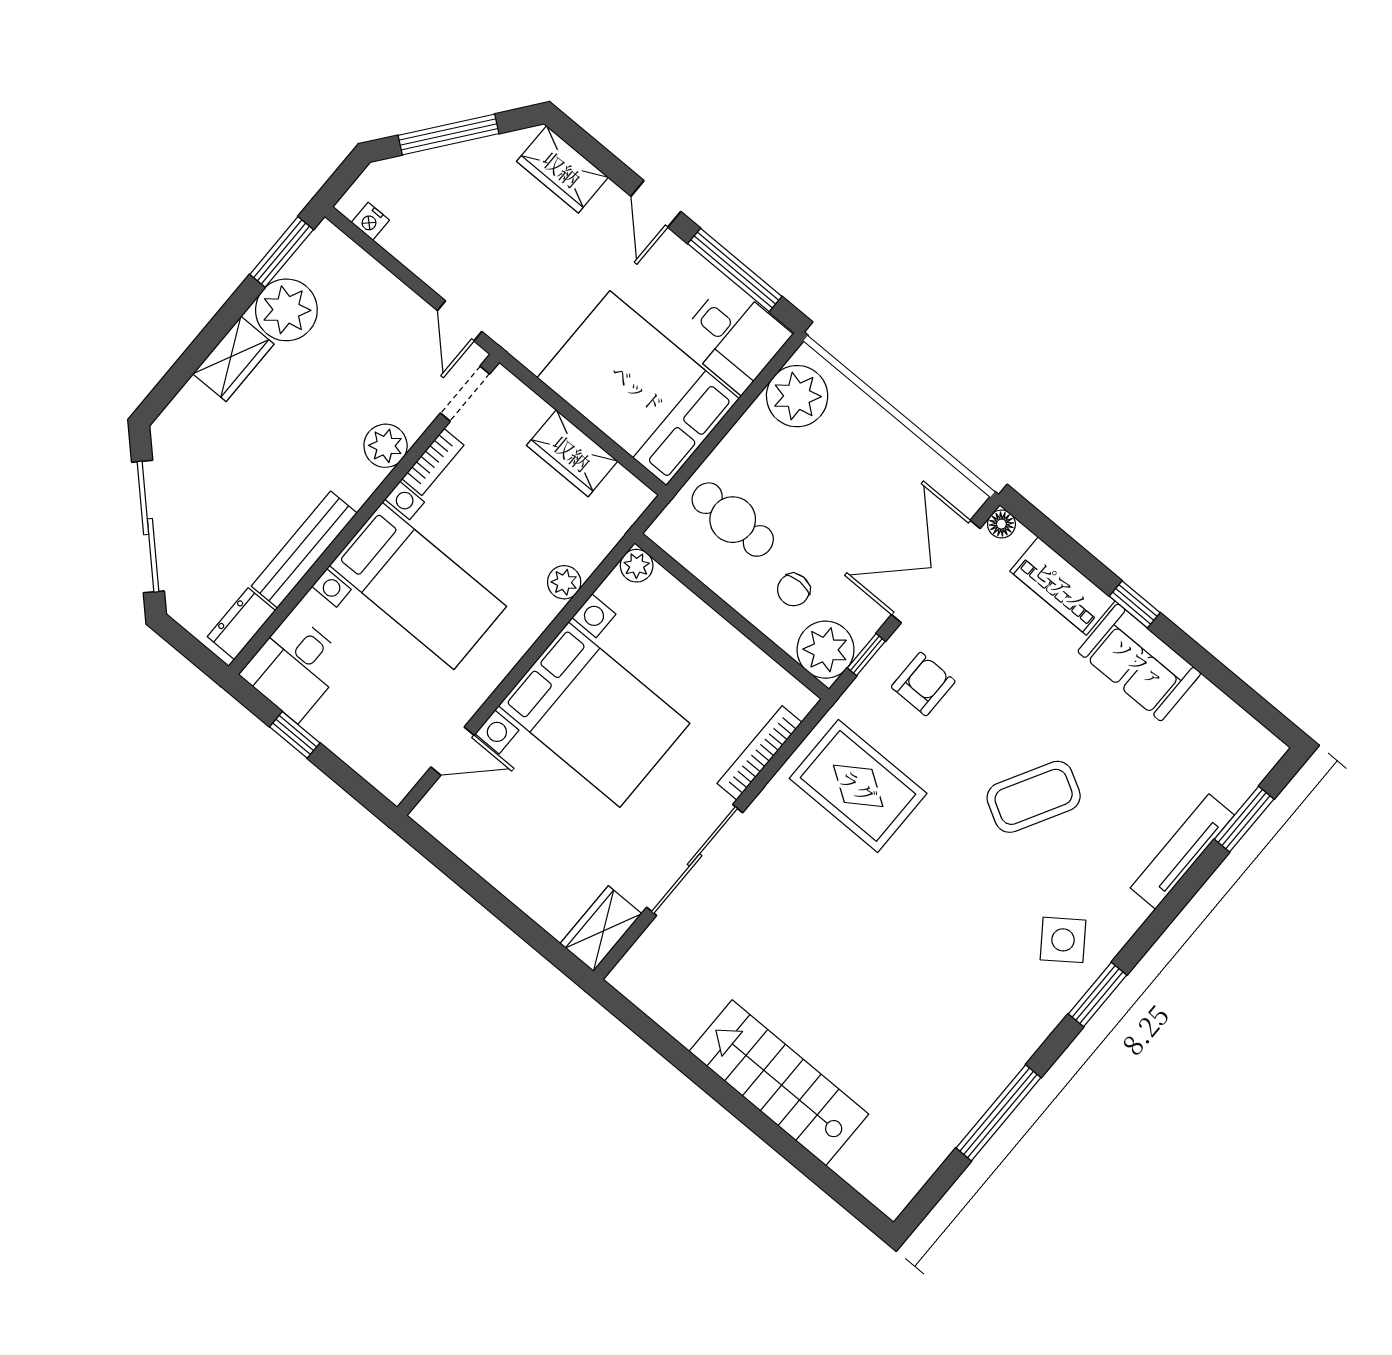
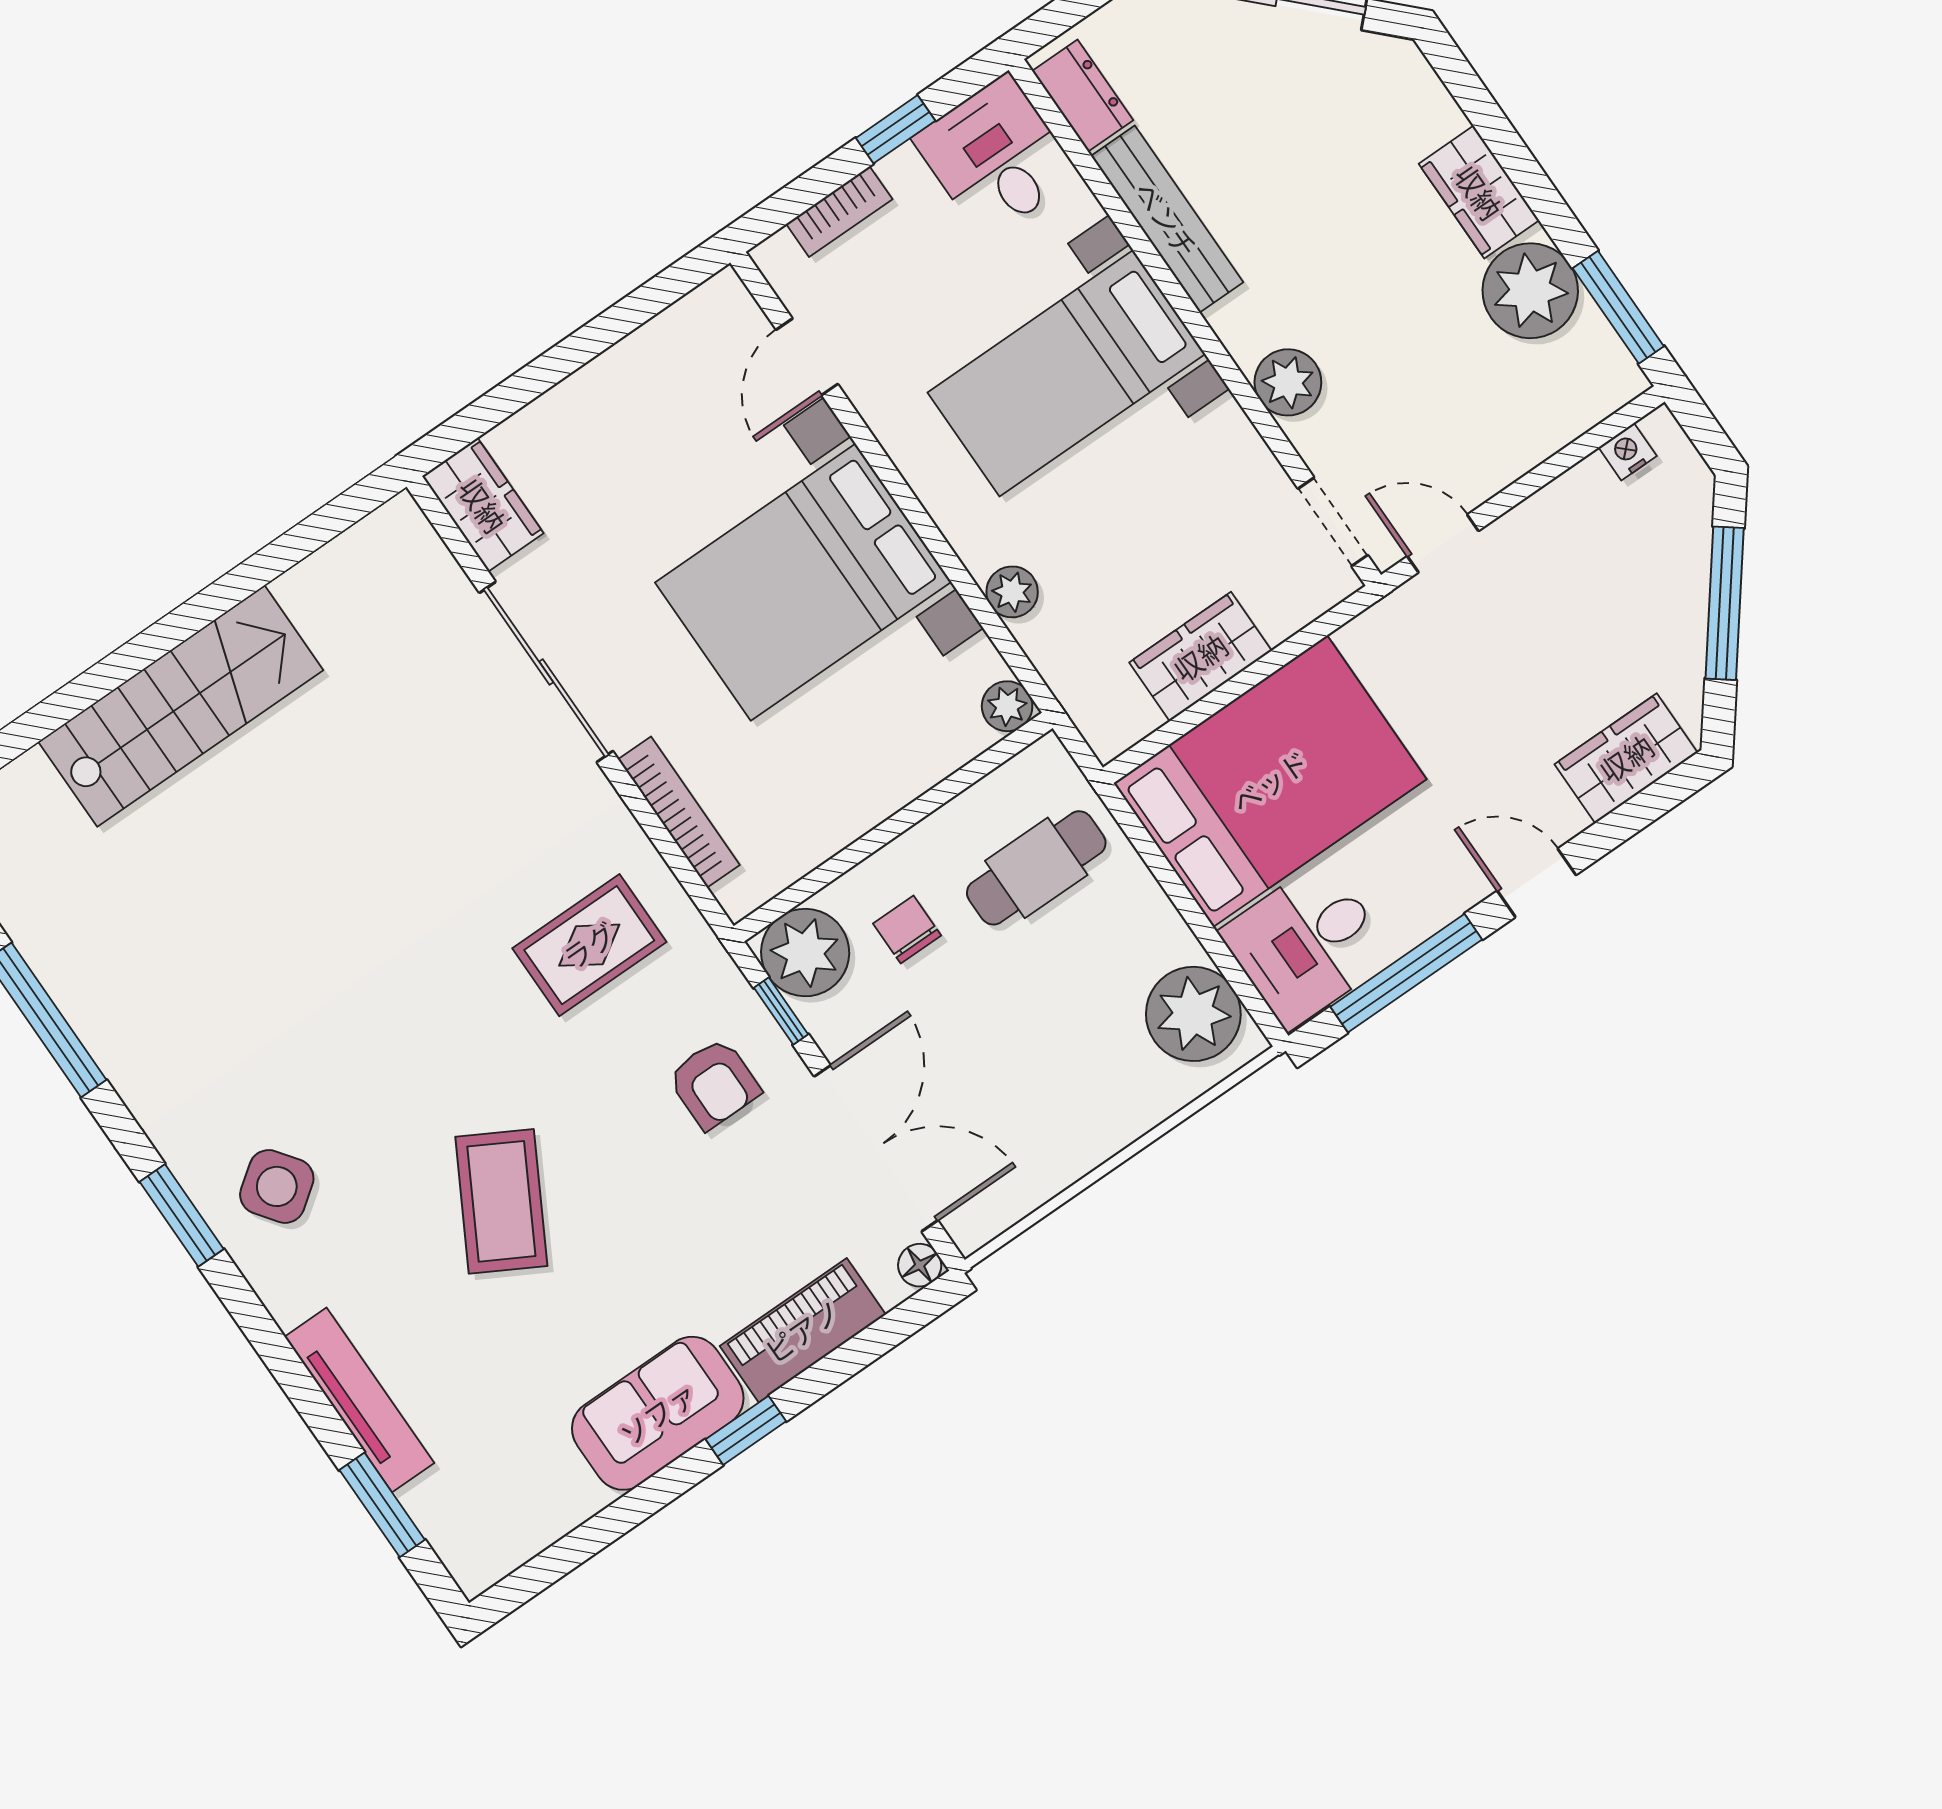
bookcase: (433, 462) -> (839, 212), moved, turned -90
rug: (858, 786) -> (589, 945), width x0.73, depth x0.70

